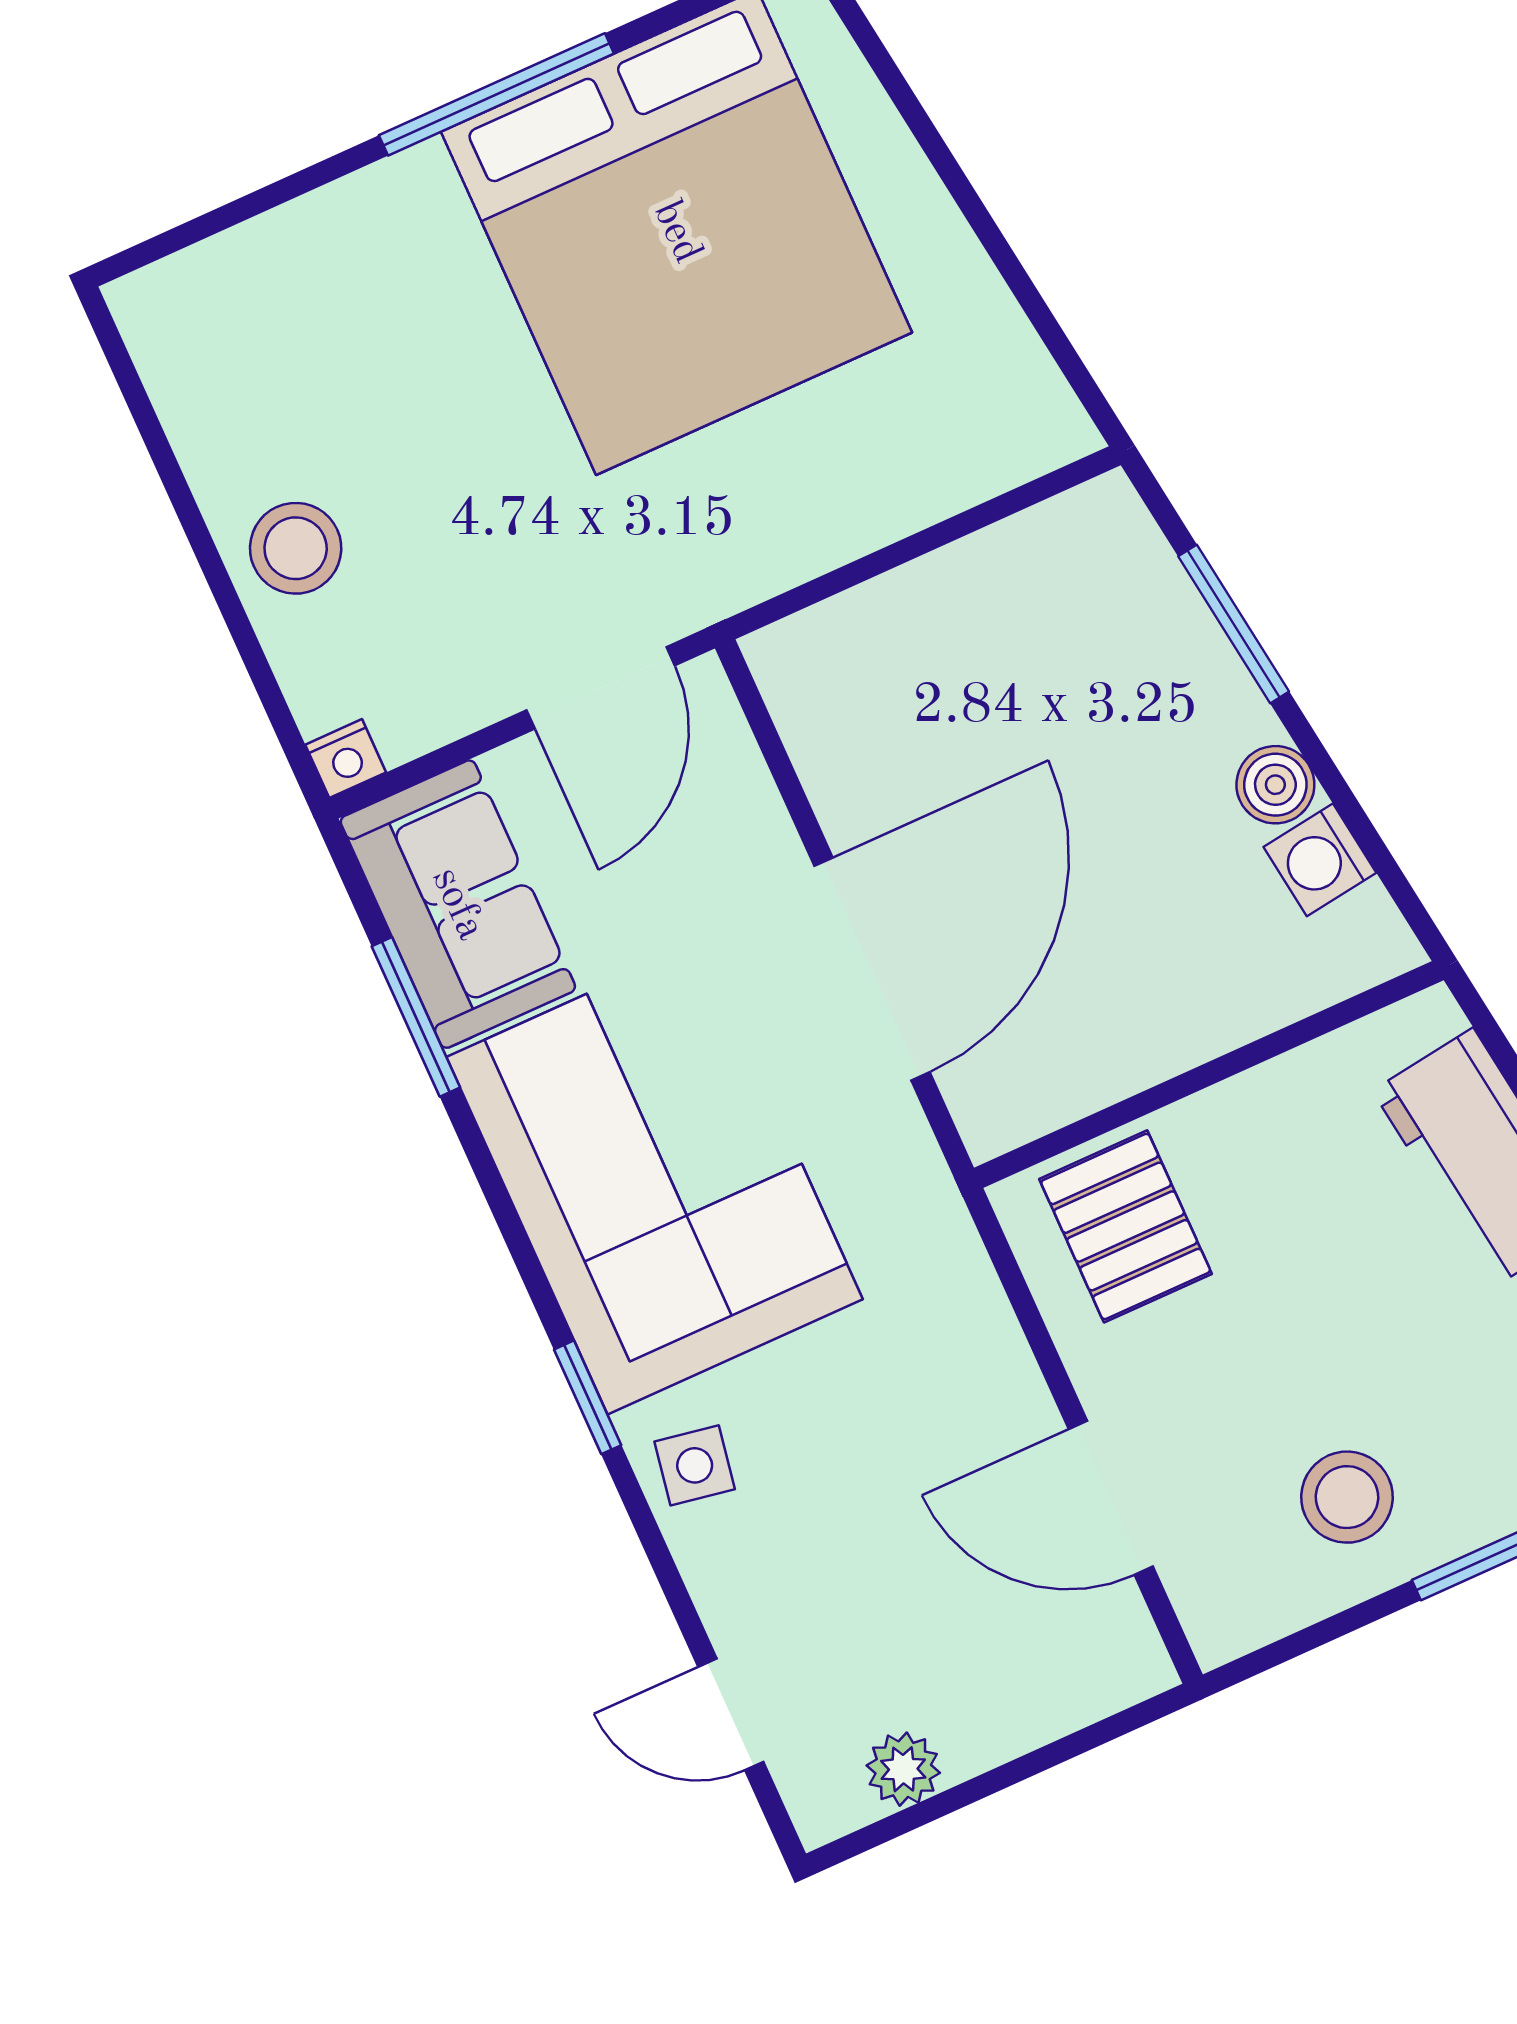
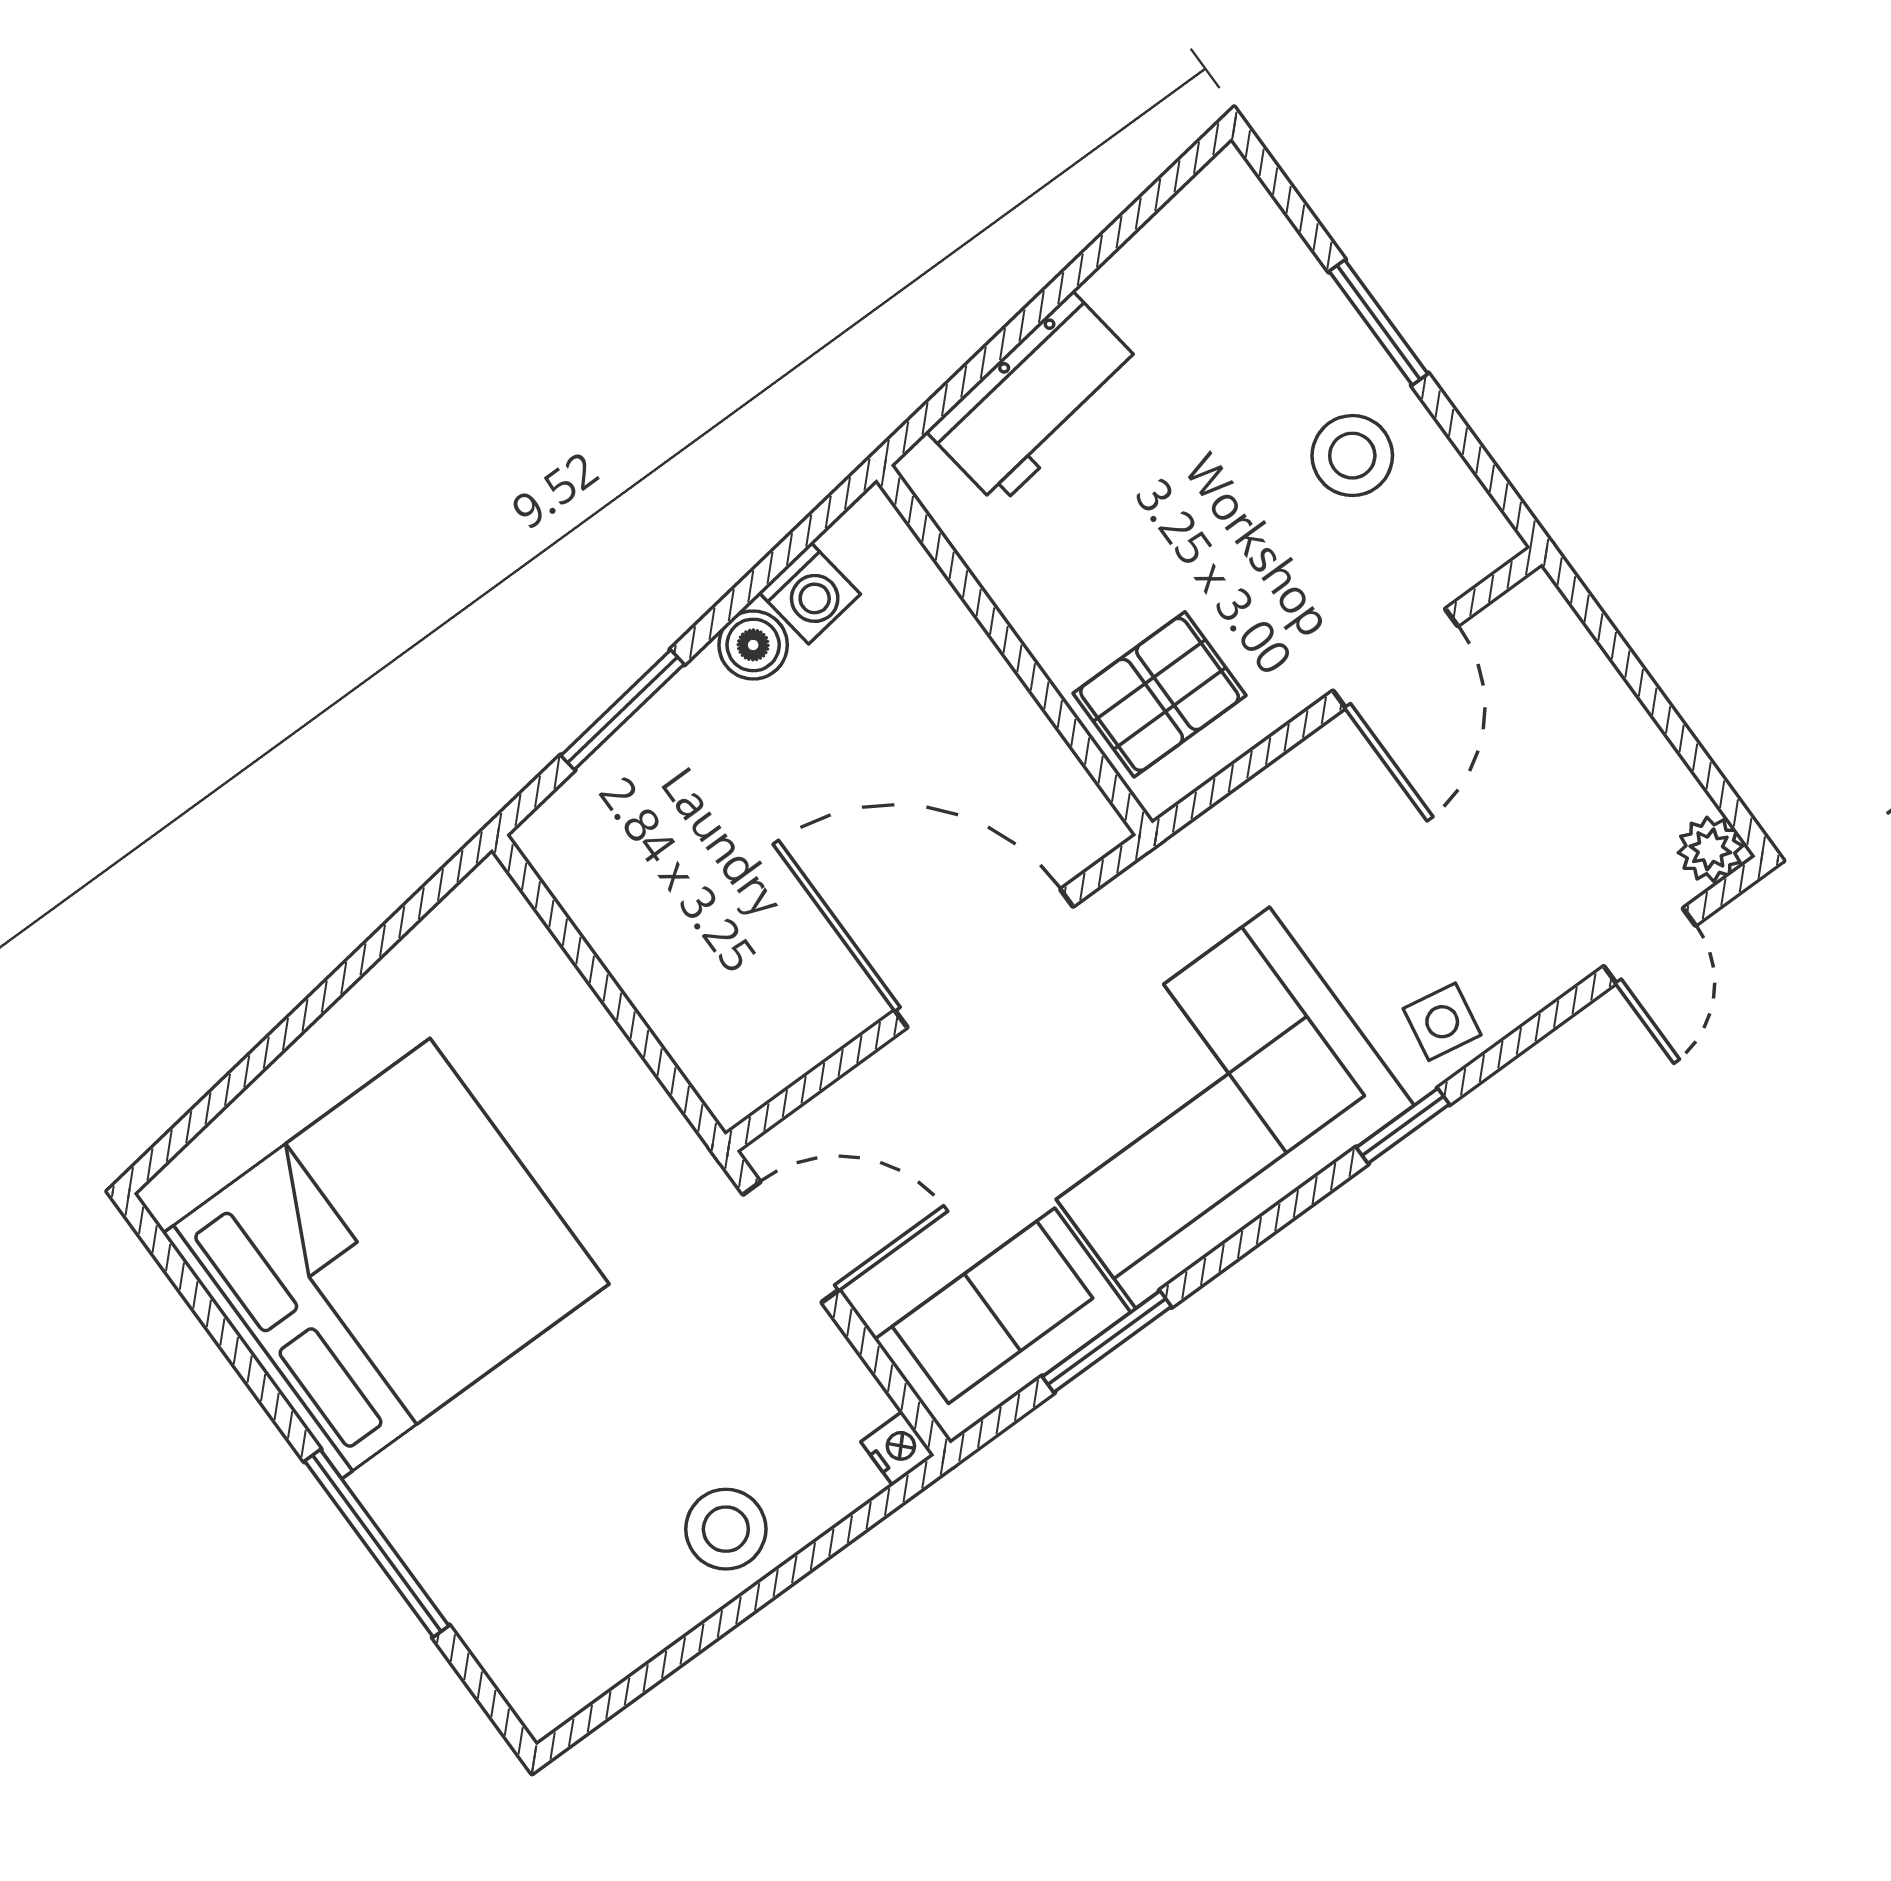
window: (496, 94) -> (377, 1543), moved
plant: (903, 1769) -> (1710, 849), moved

